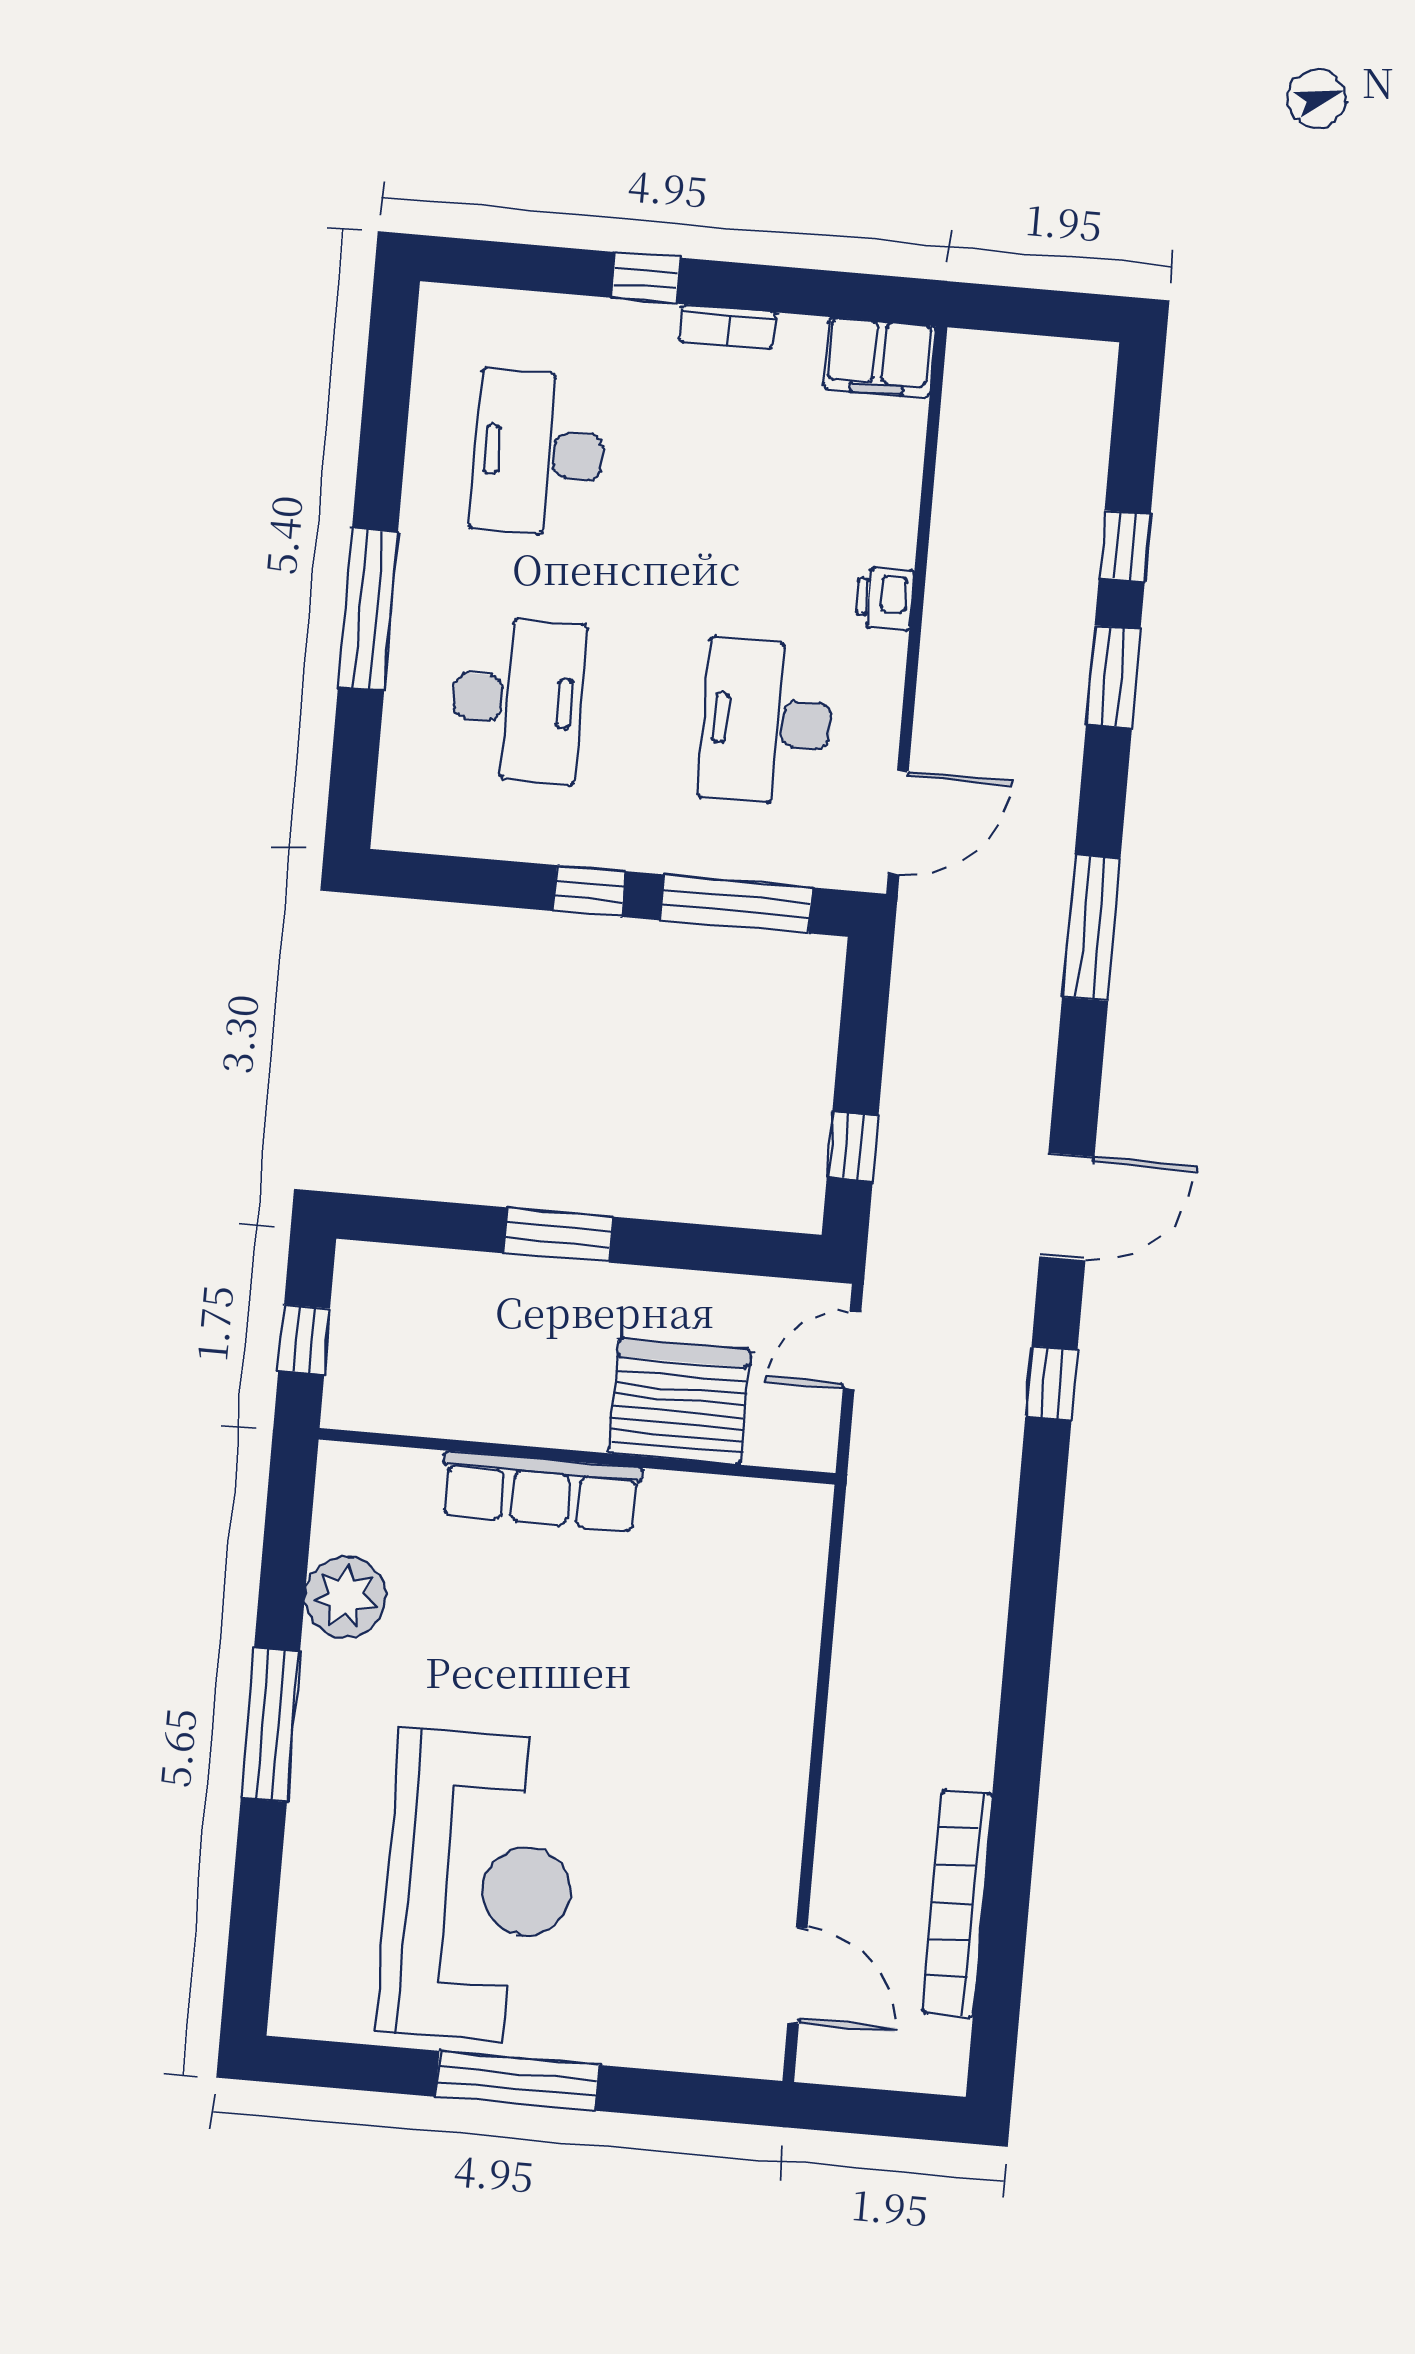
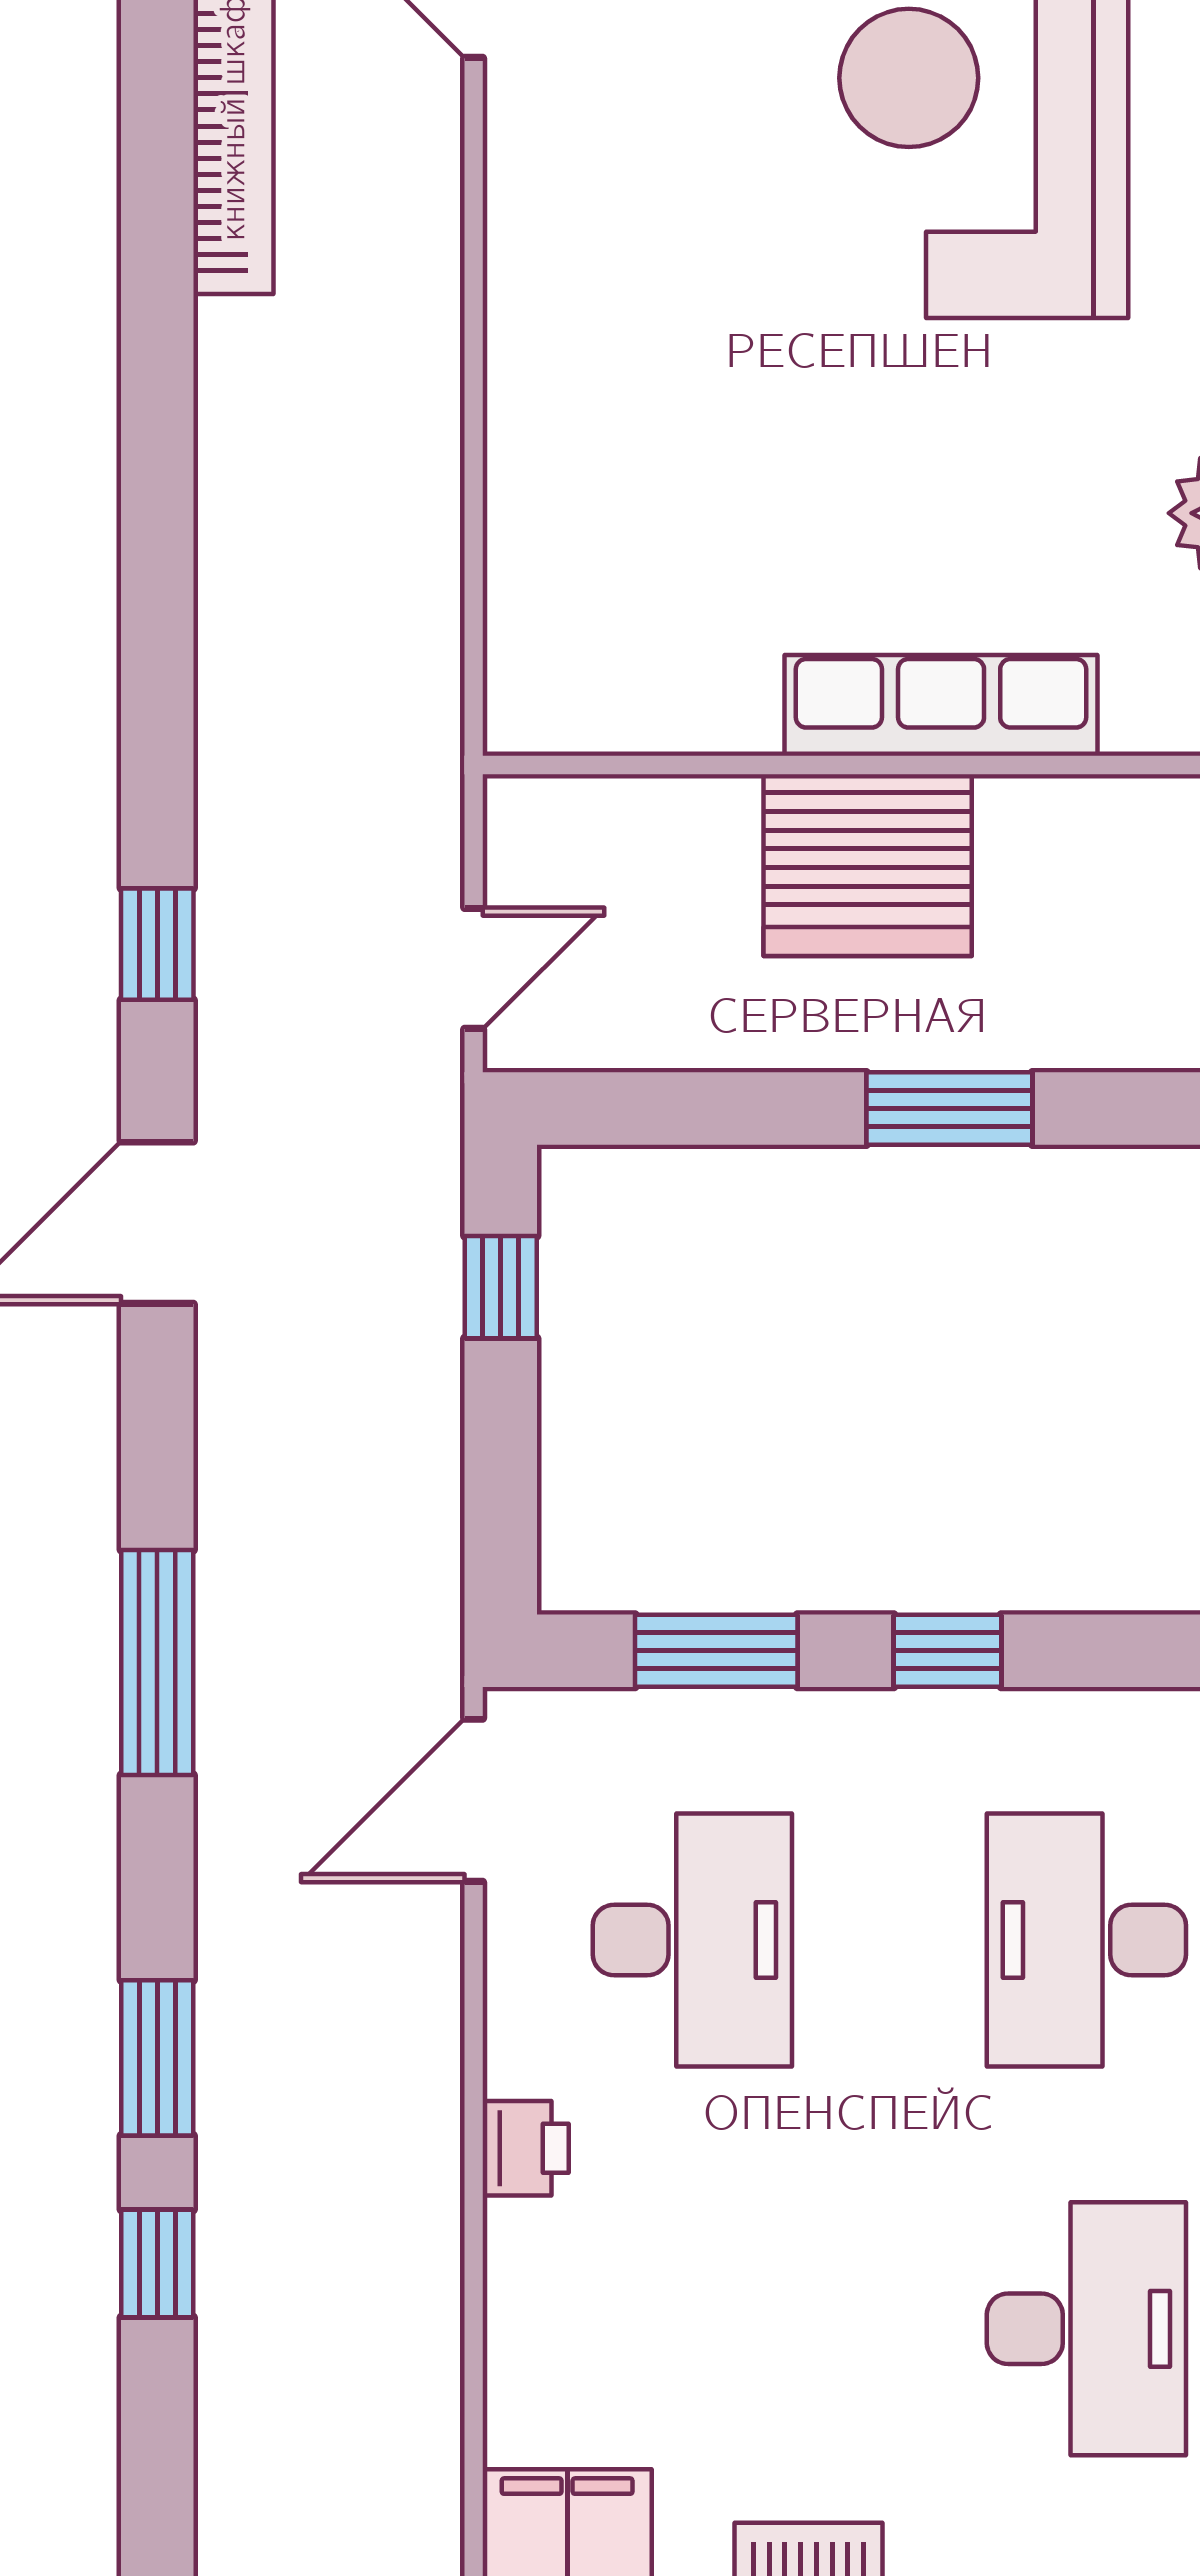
window: (736, 904) -> (716, 1651), width x0.69
server rack: (680, 1401) -> (868, 865), moved

